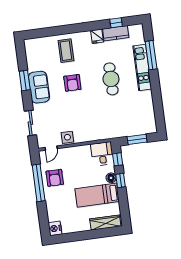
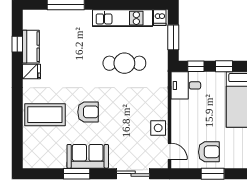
coffee table: (66, 51) -> (45, 115), width x1.36, depth x1.32
kitchen unit: (142, 68) -> (123, 18), moved
cafe table: (111, 79) -> (124, 63), moved
dishwasher: (151, 127) -> (160, 18), added
floor lamp: (111, 178) -> (219, 78), removed
window: (39, 183) -> (213, 174), width x0.47

